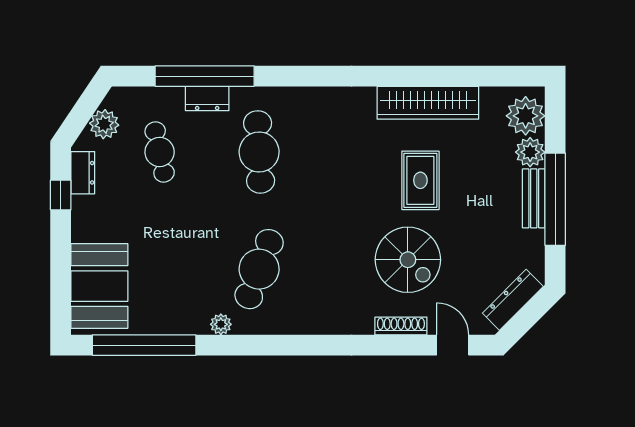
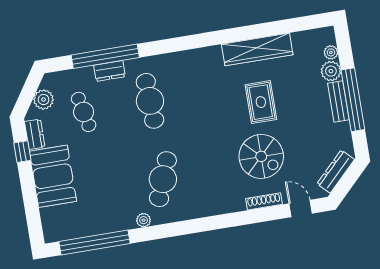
plant: (526, 116) -> (331, 52), width x0.53, depth x0.53
booth: (99, 286) -> (53, 176), moved

